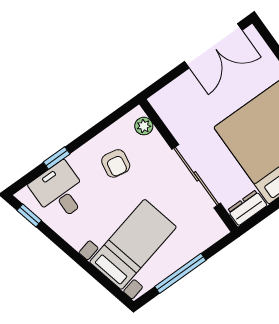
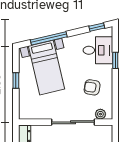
sliding door: (196, 176) -> (73, 122), moved
window: (91, 270) -> (49, 38), added
window: (180, 273) -> (16, 80), width x0.46

